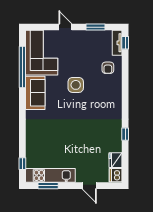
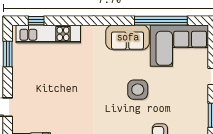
kitchen unit: (50, 175) -> (48, 34), moved, turned 90

